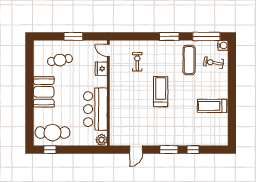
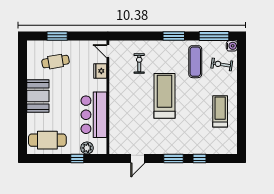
window: (73, 36) -> (57, 36), moved
treadmill: (161, 92) -> (164, 96), width x1.37, depth x1.38
treadmill: (212, 106) -> (220, 111), turned 90
plant: (101, 140) -> (87, 148), moved
window: (50, 150) -> (77, 159), moved

